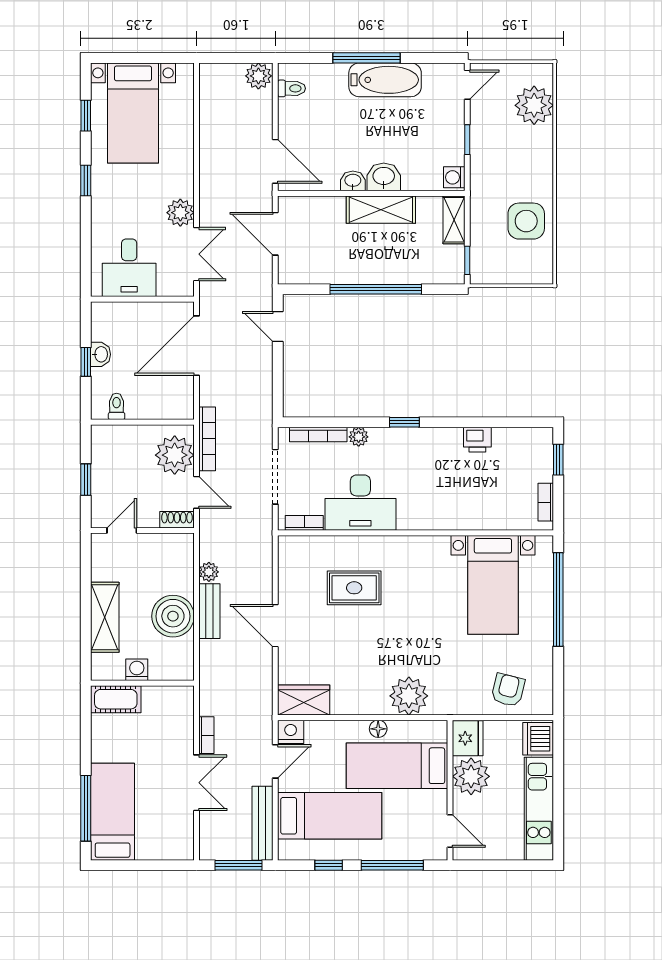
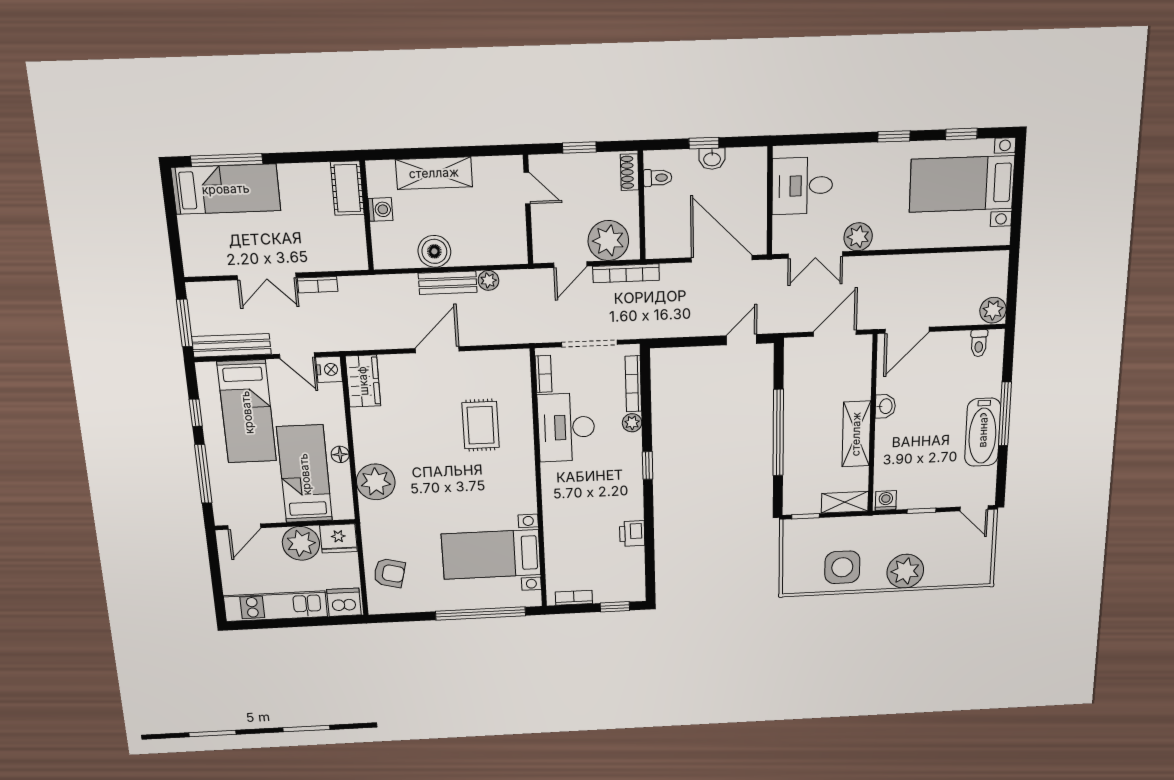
plant: (534, 105) -> (905, 571), moved
washbasin: (384, 177) -> (888, 435), removed
shoe rack: (177, 520) -> (630, 172), moved, turned 180
boiler: (173, 616) -> (434, 251), width x0.73, depth x0.73

